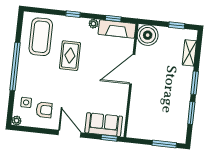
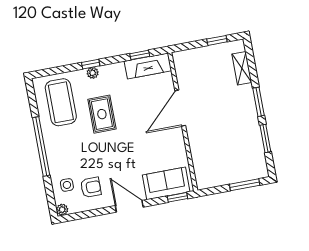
plant: (93, 24) -> (93, 73), moved
boiler: (148, 35) -> (186, 62), removed

